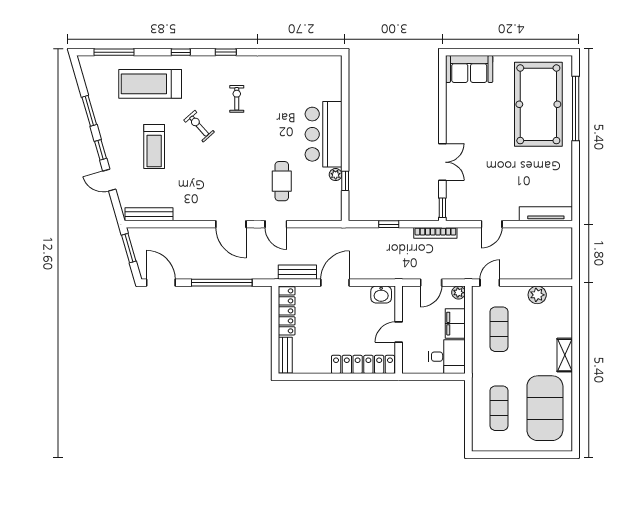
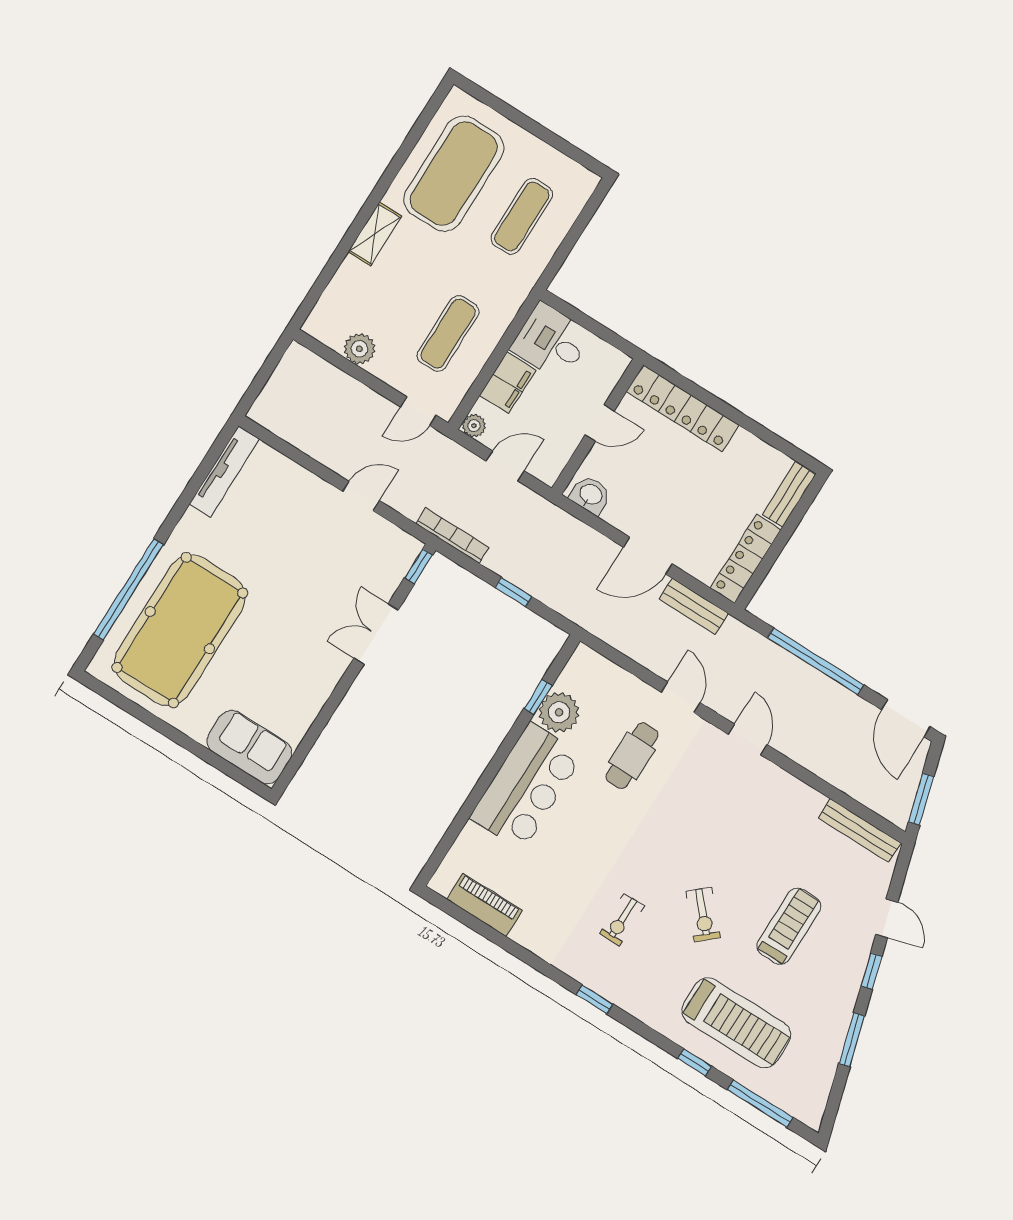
window: (181, 52) -> (695, 1062), moved
piano: (308, 64) -> (484, 905), added
plant: (336, 175) -> (559, 712), width x1.88, depth x1.88
tv unit: (546, 214) -> (224, 471), moved, turned -90
door: (231, 224) -> (748, 739), width x0.73

